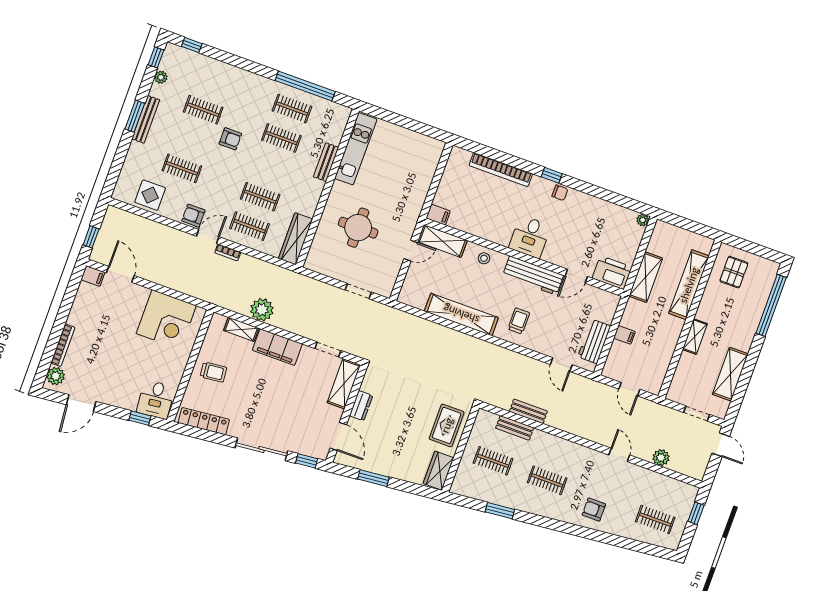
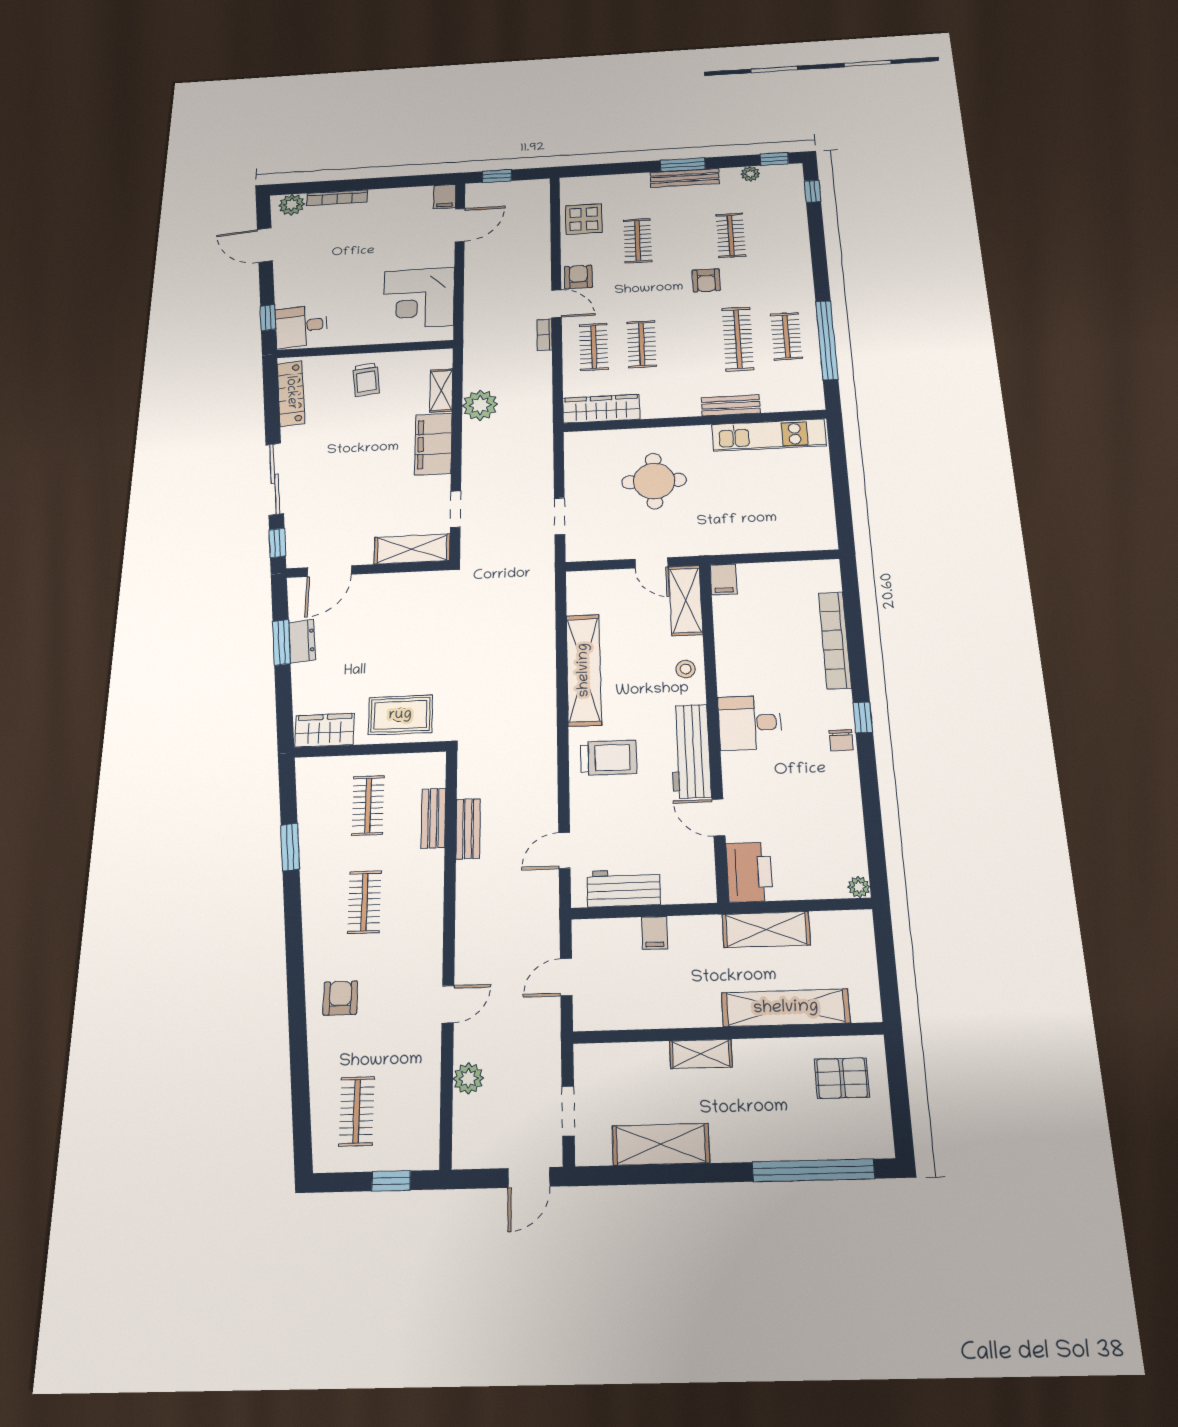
clothes rail: (281, 138) -> (738, 339), width x1.36
trolley: (519, 321) -> (609, 758), width x1.36, depth x1.39
dresser: (361, 406) -> (302, 641), moved, turned -95

